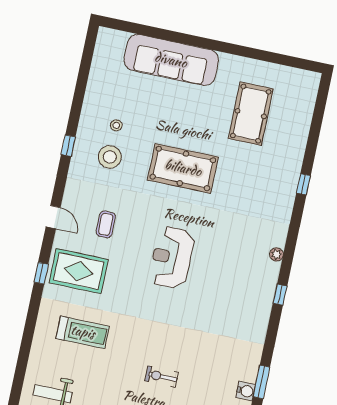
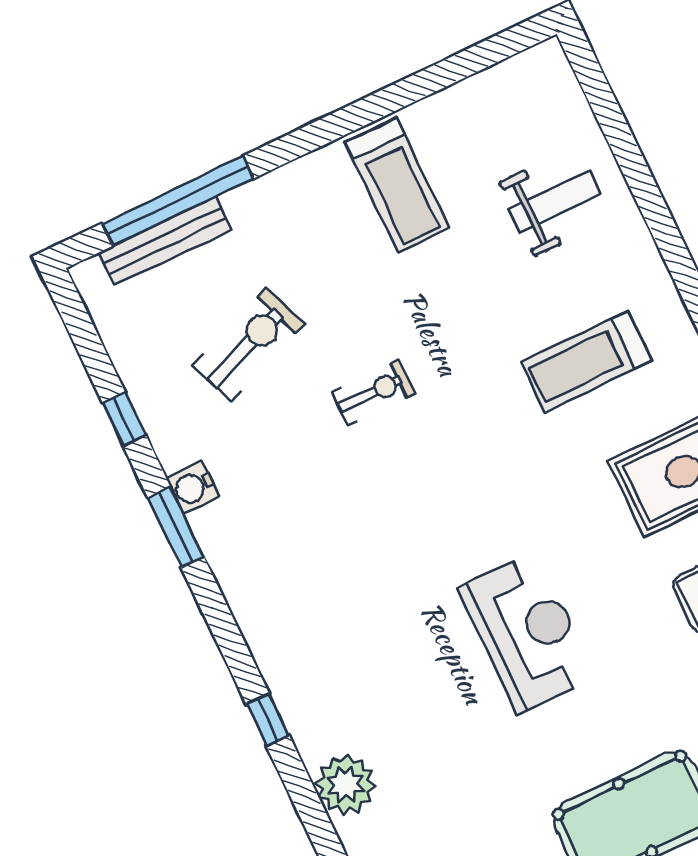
plant: (276, 254) -> (345, 785), width x1.88, depth x1.88

